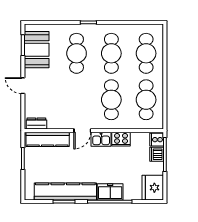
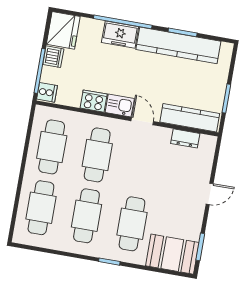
booth: (37, 50) -> (172, 254), moved, turned 90
door: (23, 86) -> (210, 194), hinge flipped
dresser: (36, 124) -> (185, 138), moved
door: (82, 131) -> (142, 121), hinge flipped
dishwasher: (157, 154) -> (53, 57), moved

